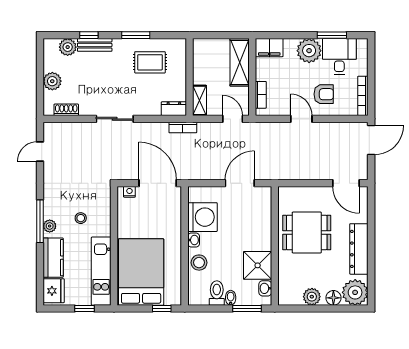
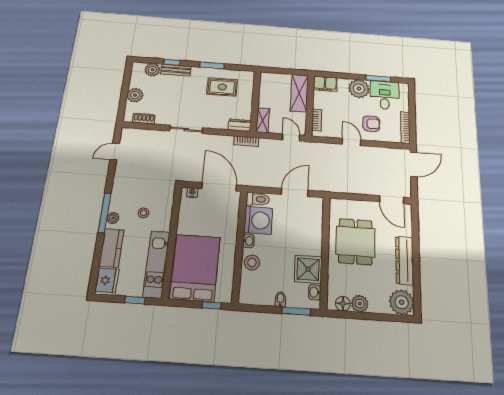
dining table: (307, 232) -> (355, 242), turned 90
toilet: (217, 293) -> (258, 199), moved, turned 90
floor lamp: (333, 298) -> (343, 304), moved

